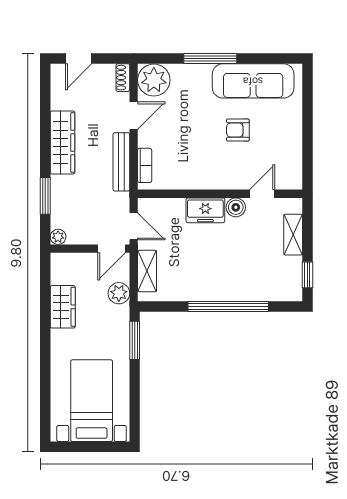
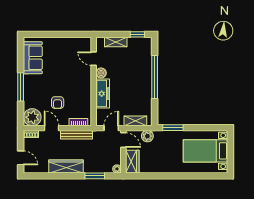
sofa: (253, 81) -> (33, 58), width x0.73
armchair: (238, 130) -> (58, 103), moved
freezer: (205, 210) -> (103, 94), width x1.40
wardrobe: (63, 307) -> (132, 162), moved, turned 90

